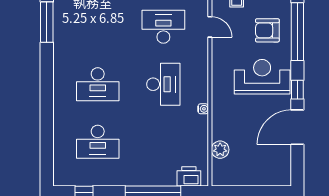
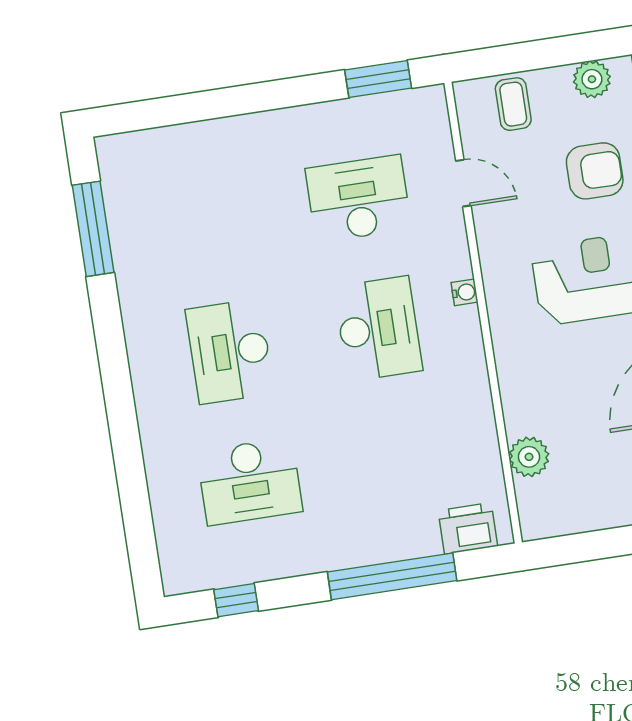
armchair: (267, 30) -> (595, 171), turned 180
desk: (98, 84) -> (230, 351), turned 90
water cooler: (203, 109) -> (465, 292), moved

